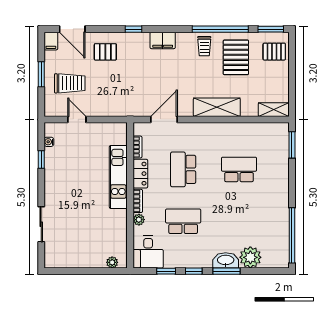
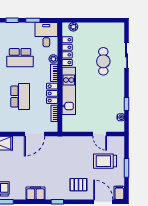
cafe table: (72, 216) -> (103, 61), added
locker: (121, 230) -> (67, 51), added

